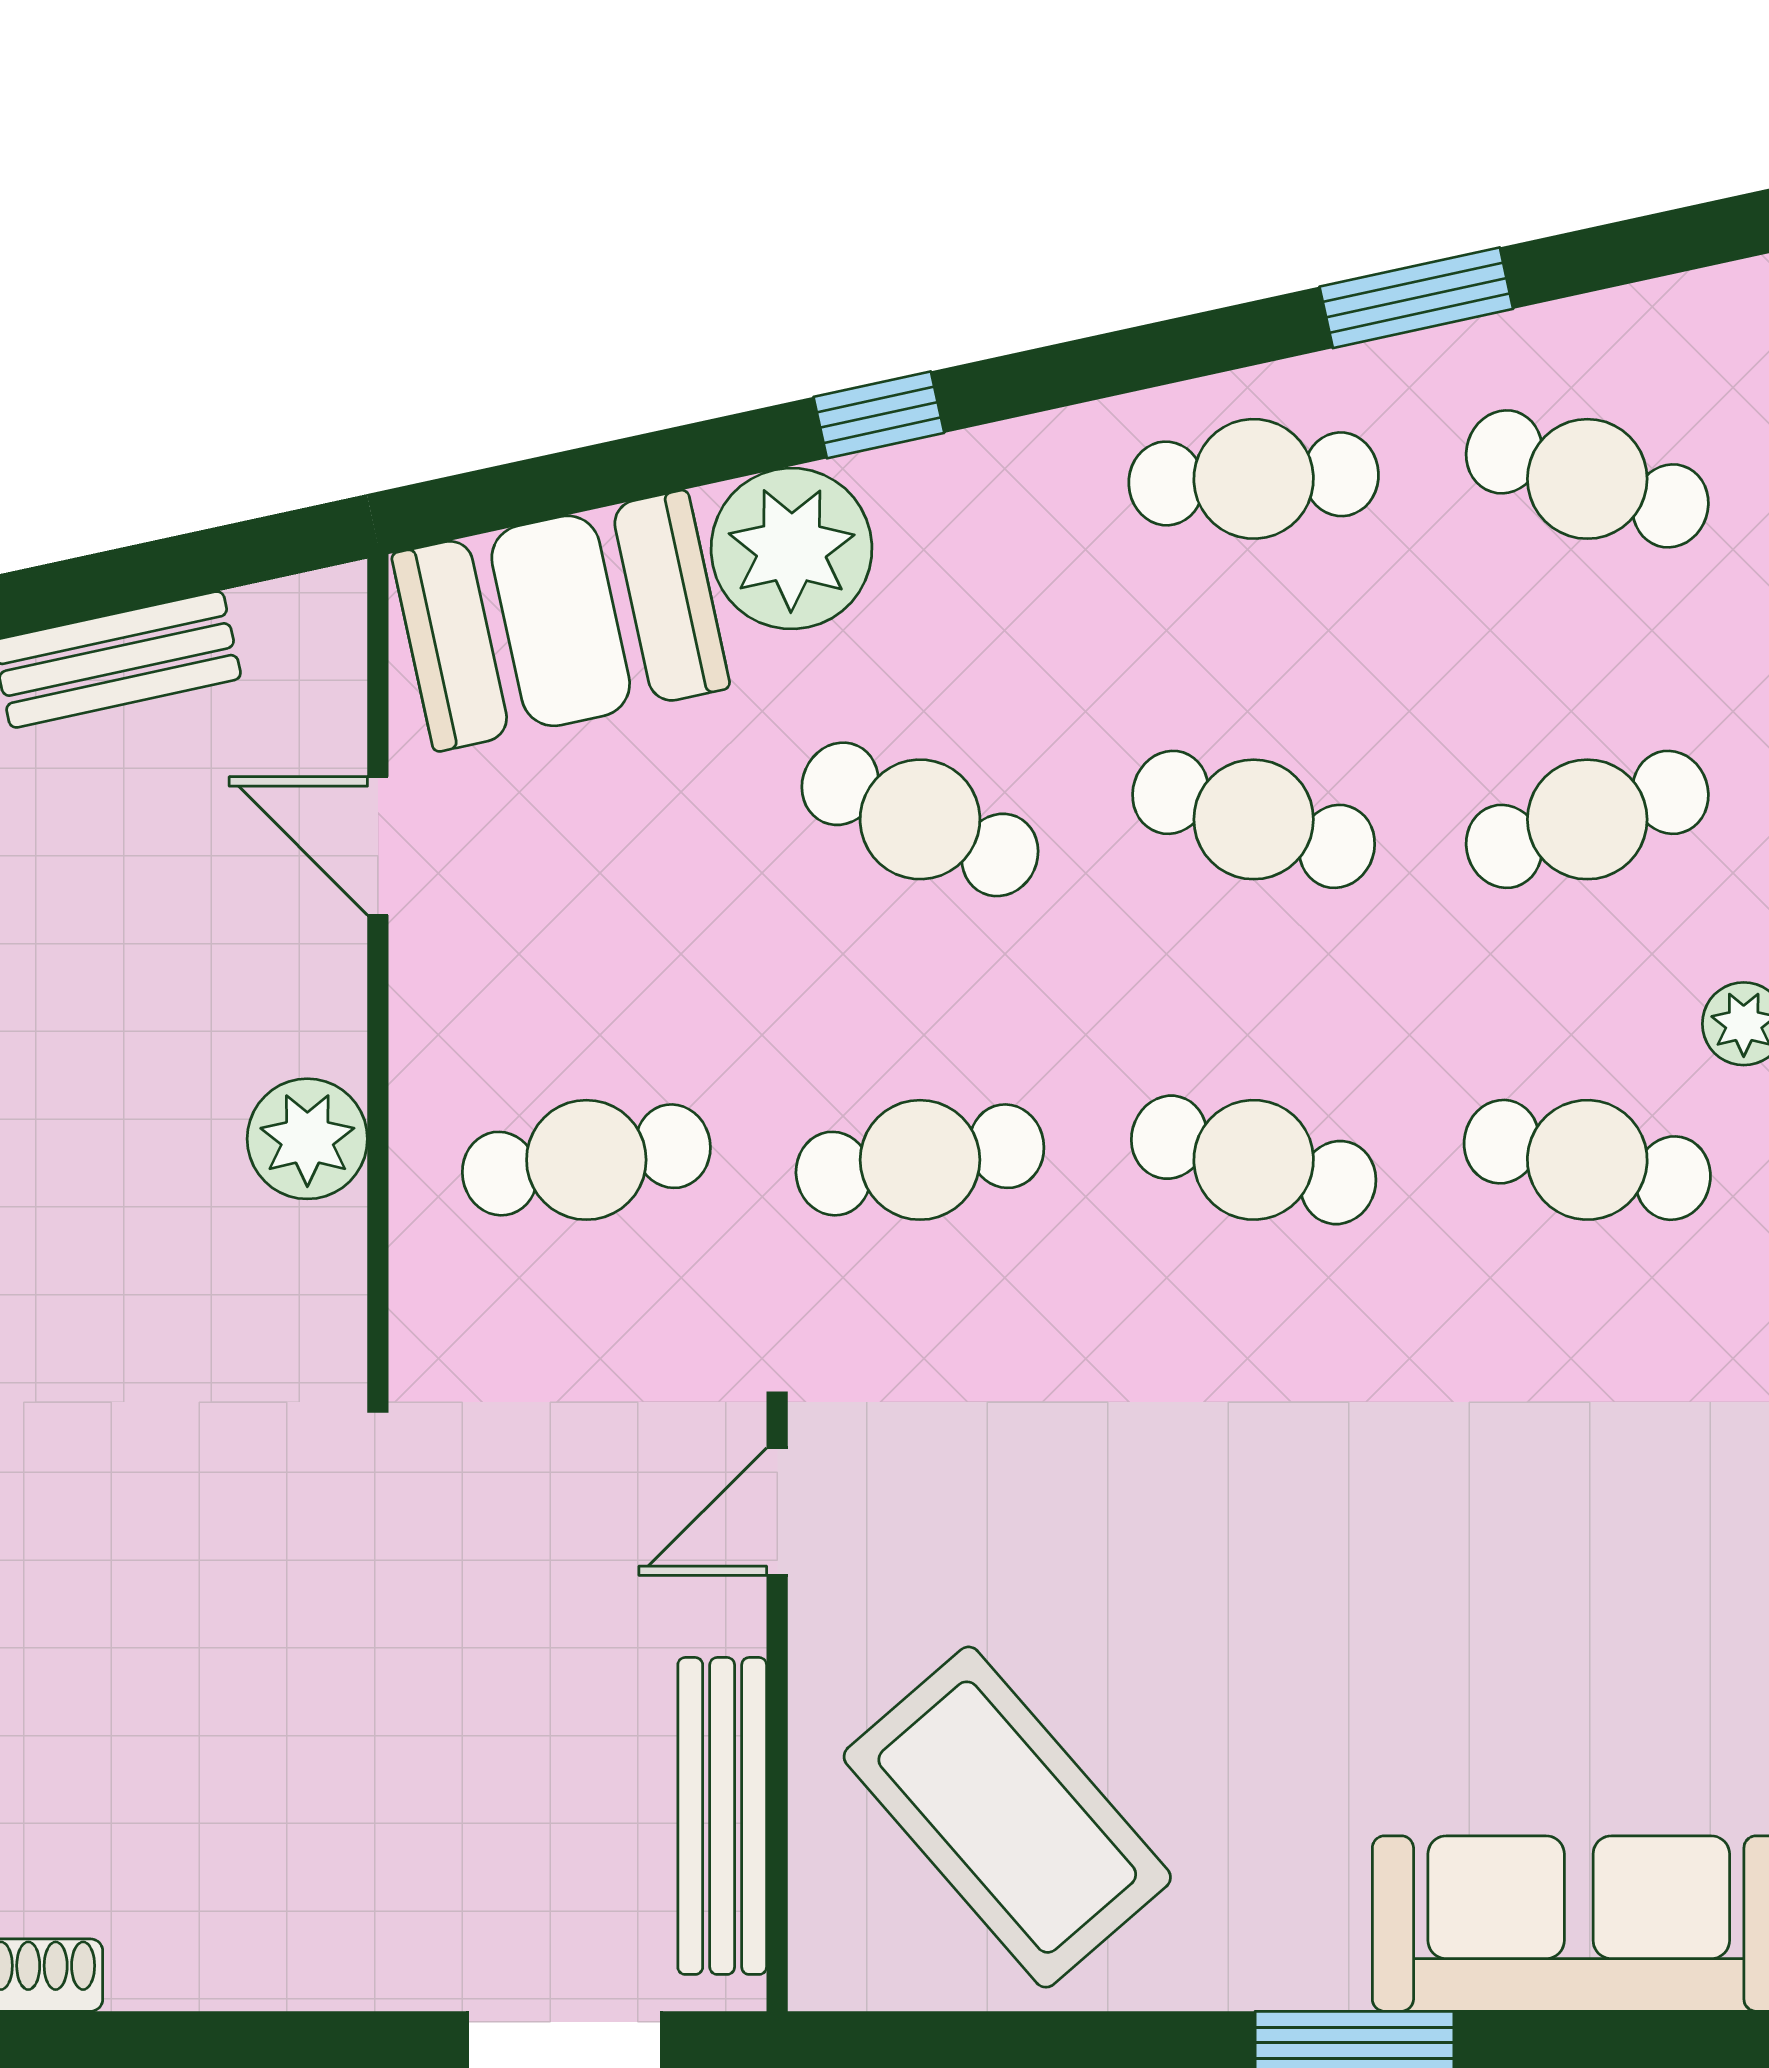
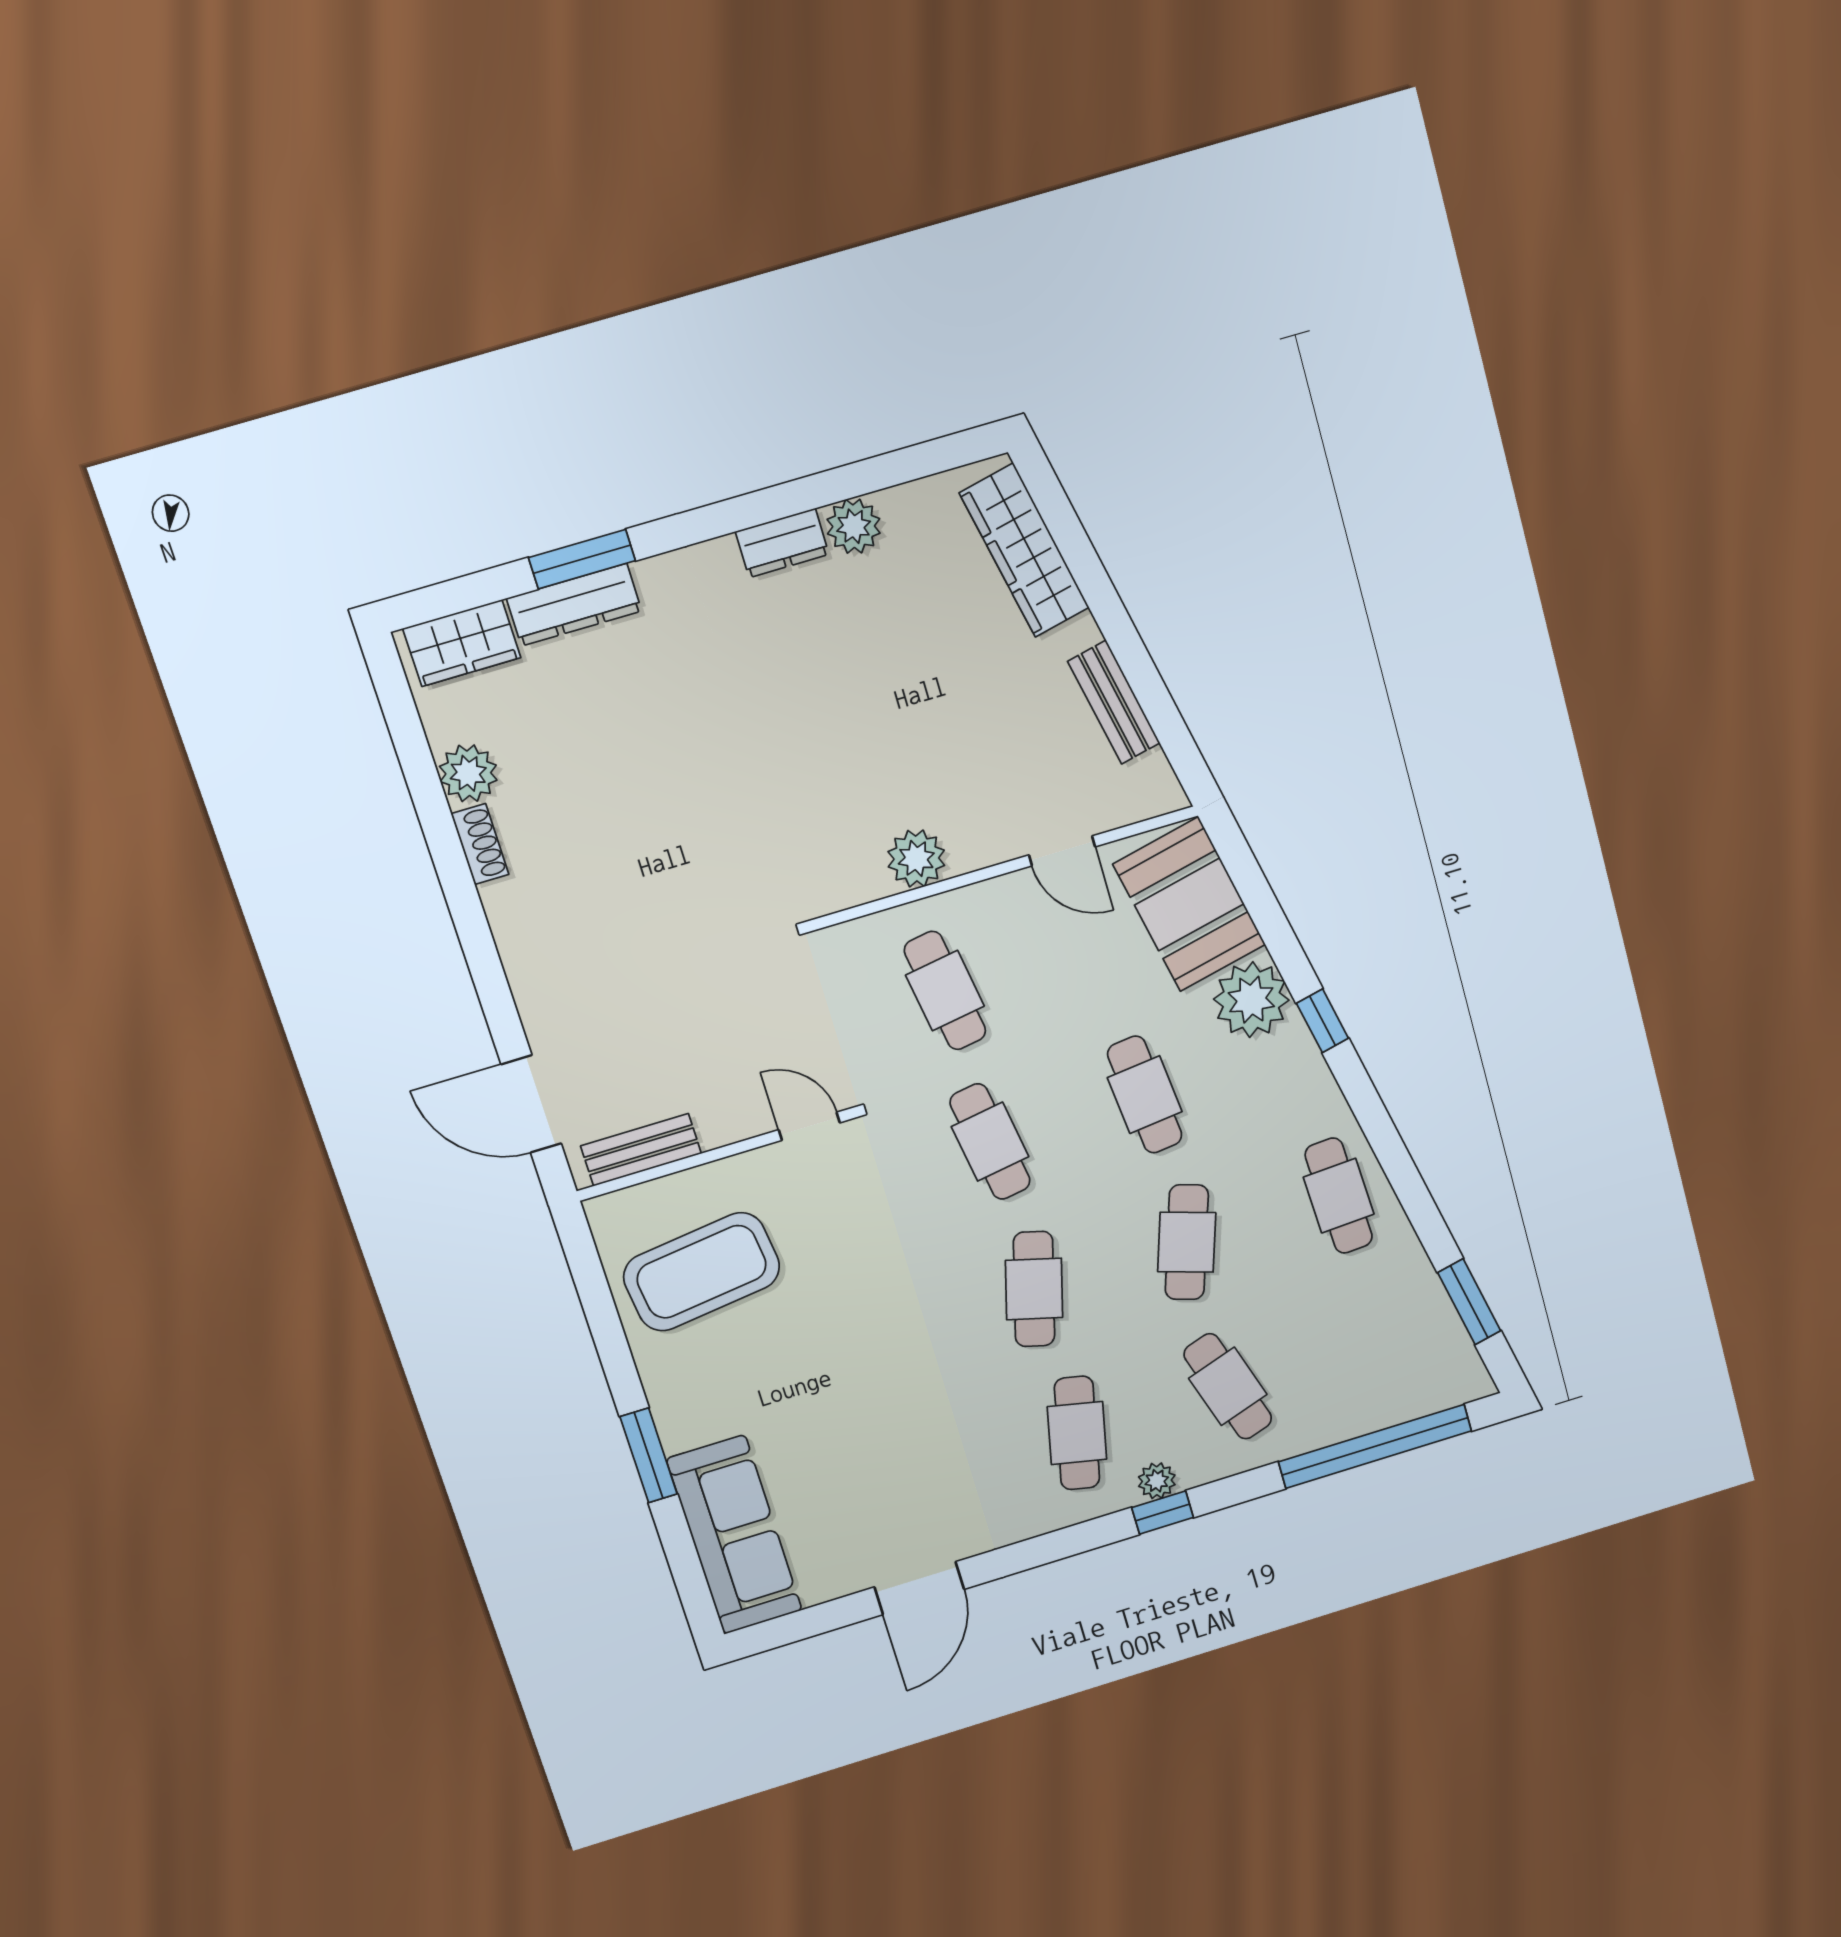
window: (1416, 298) -> (1469, 1302), moved
cafe table: (1587, 479) -> (1378, 1340), removed
cafe table: (920, 819) -> (1145, 1095), turned -30
door: (378, 846) -> (1062, 851), swing flipped
bench: (722, 1816) -> (641, 1150), width x0.73
coffee table: (1007, 1817) -> (702, 1272), turned 34

